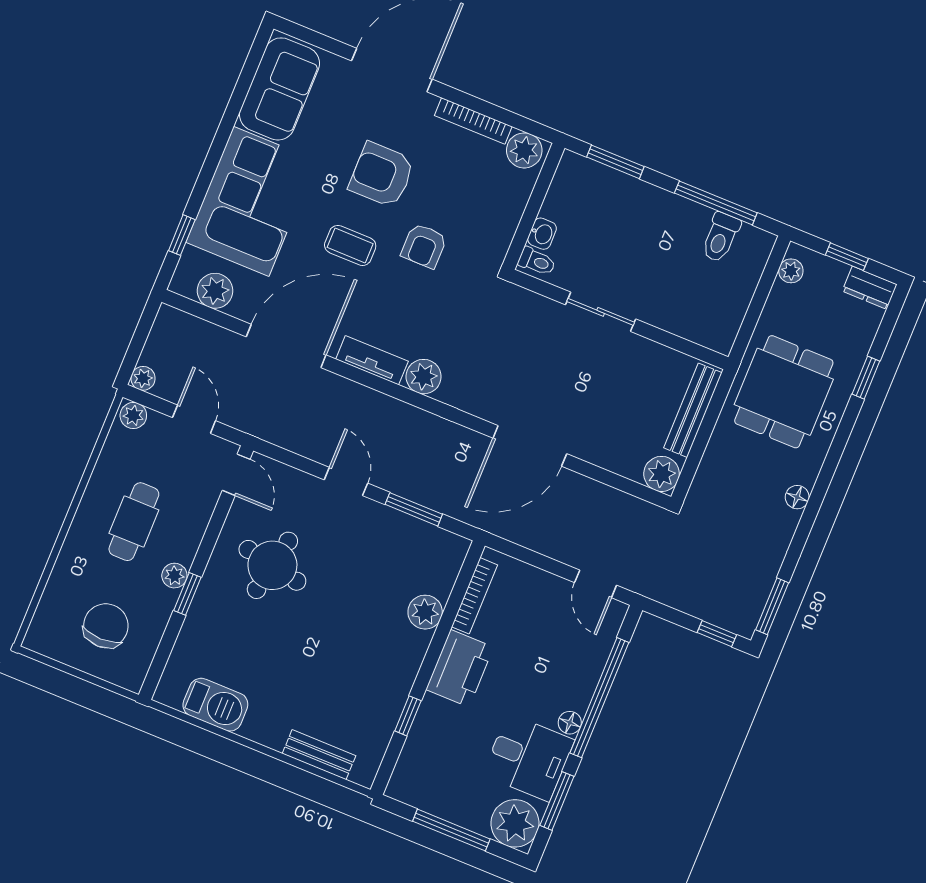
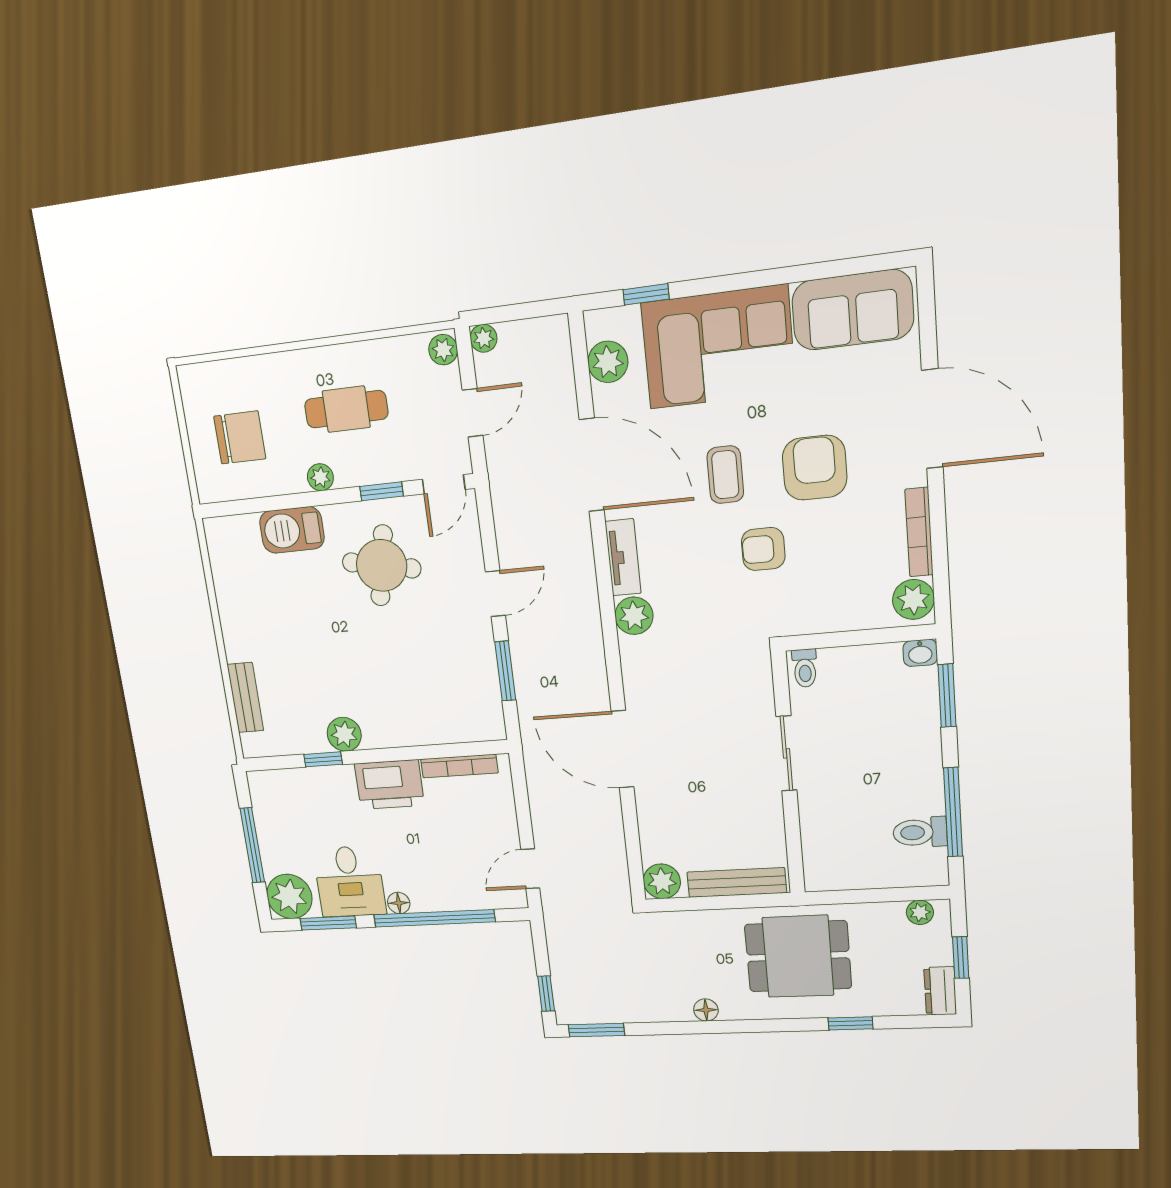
washbasin: (542, 234) -> (920, 653), moved
window: (187, 594) -> (381, 491), moved
plant: (425, 612) -> (344, 734), moved
barbecue: (215, 705) -> (292, 530), moved, turned 90

